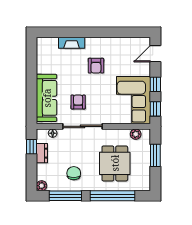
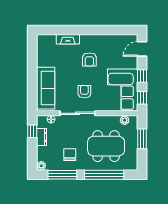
armchair: (78, 102) -> (84, 92), moved
dining table: (115, 163) -> (106, 146), width x1.38

